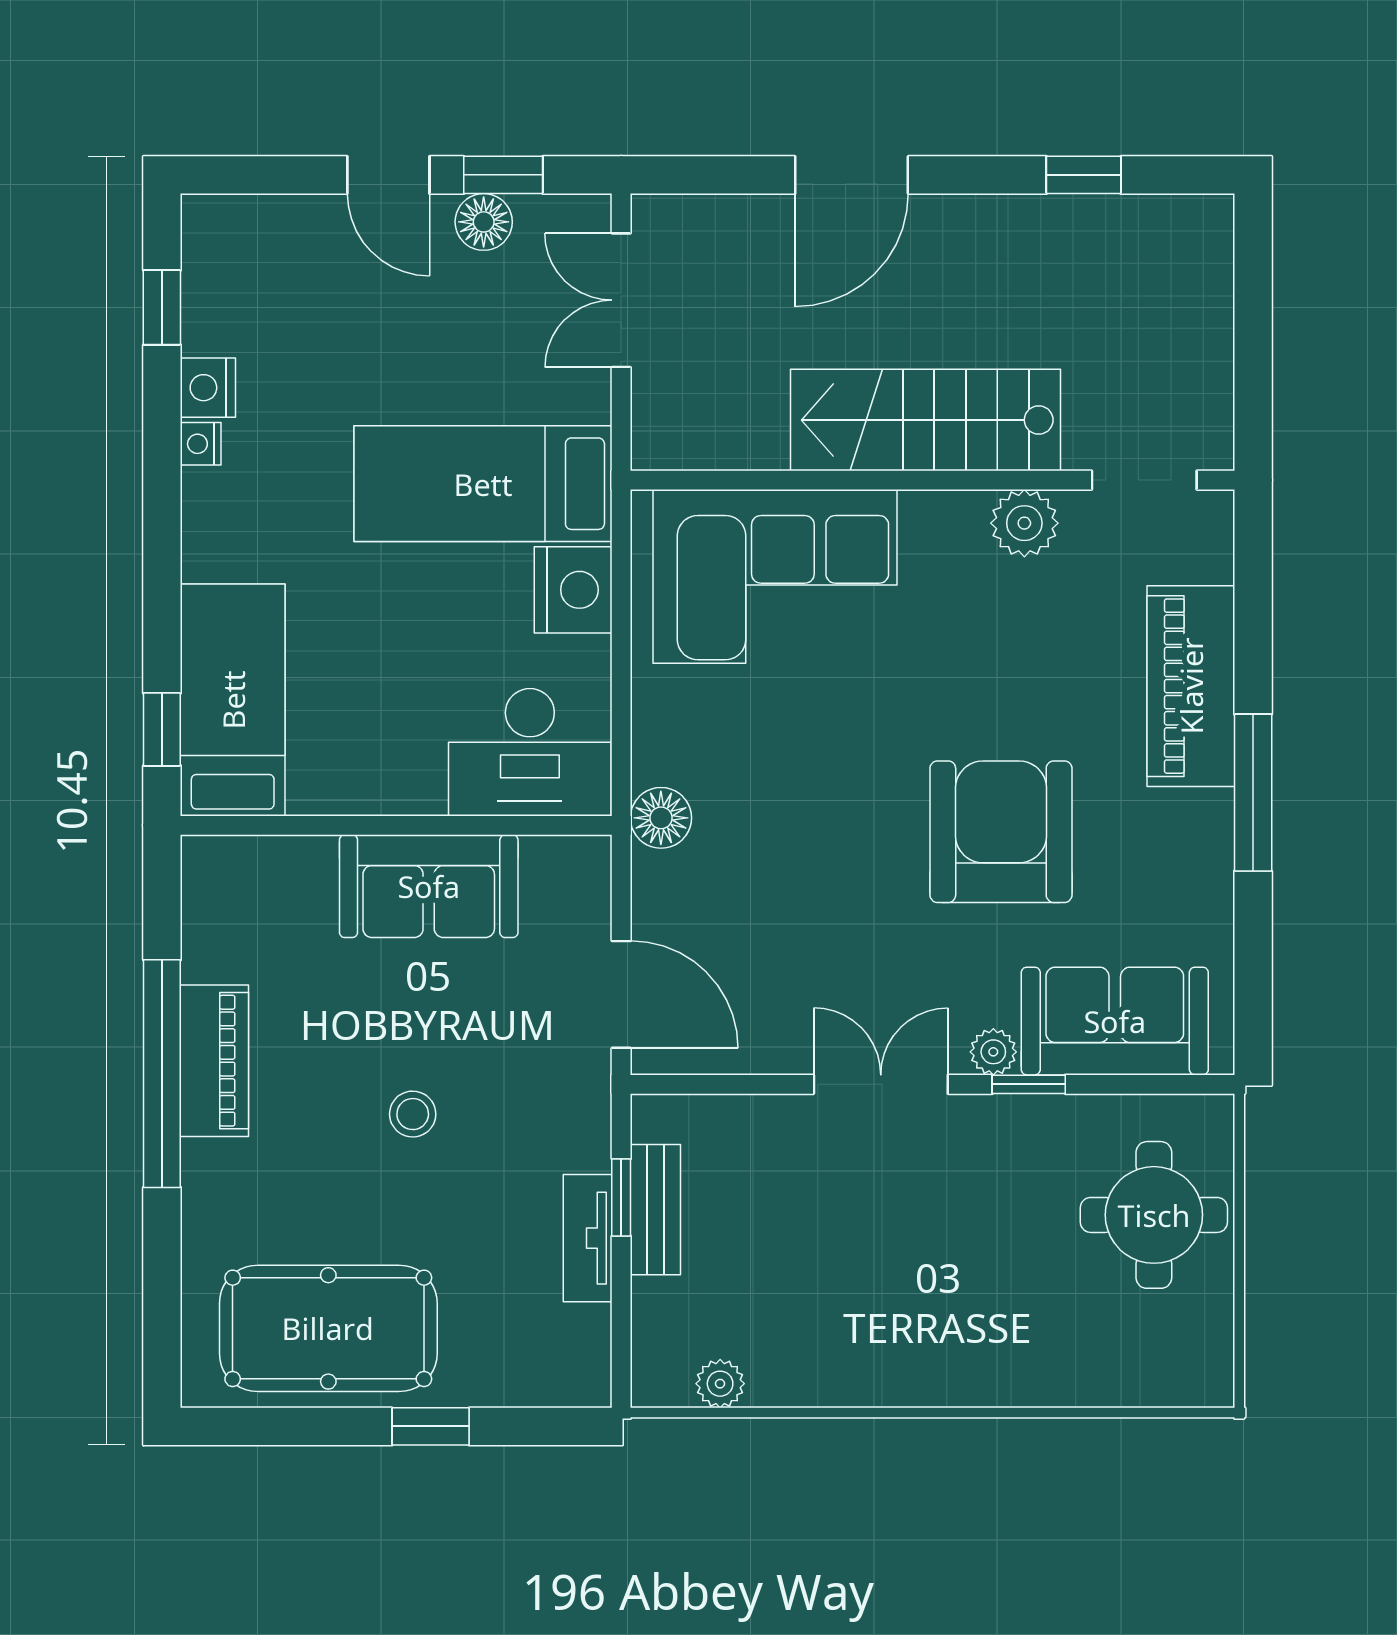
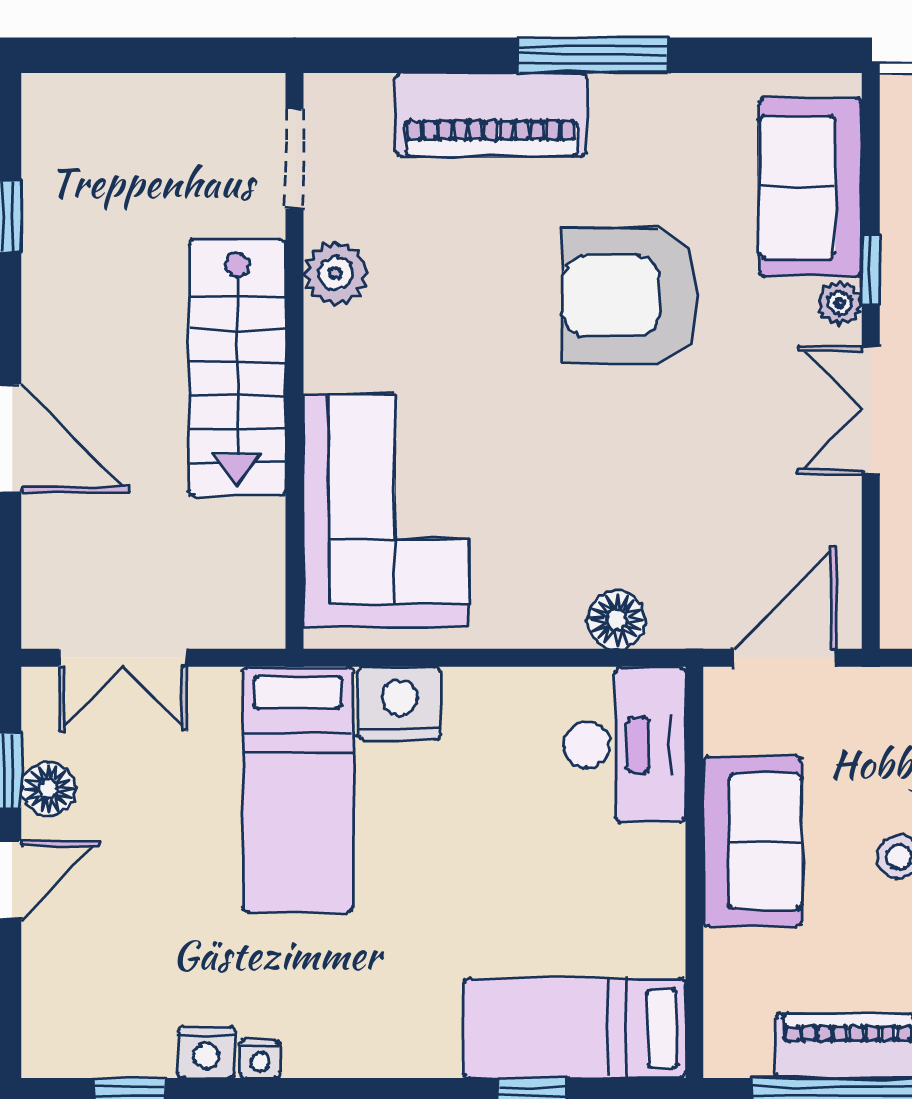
bed: (233, 700) -> (575, 1028), moved
desk: (530, 752) -> (625, 745), moved
wall: (396, 825) -> (694, 872), moved
sofa: (429, 886) -> (752, 841), moved

